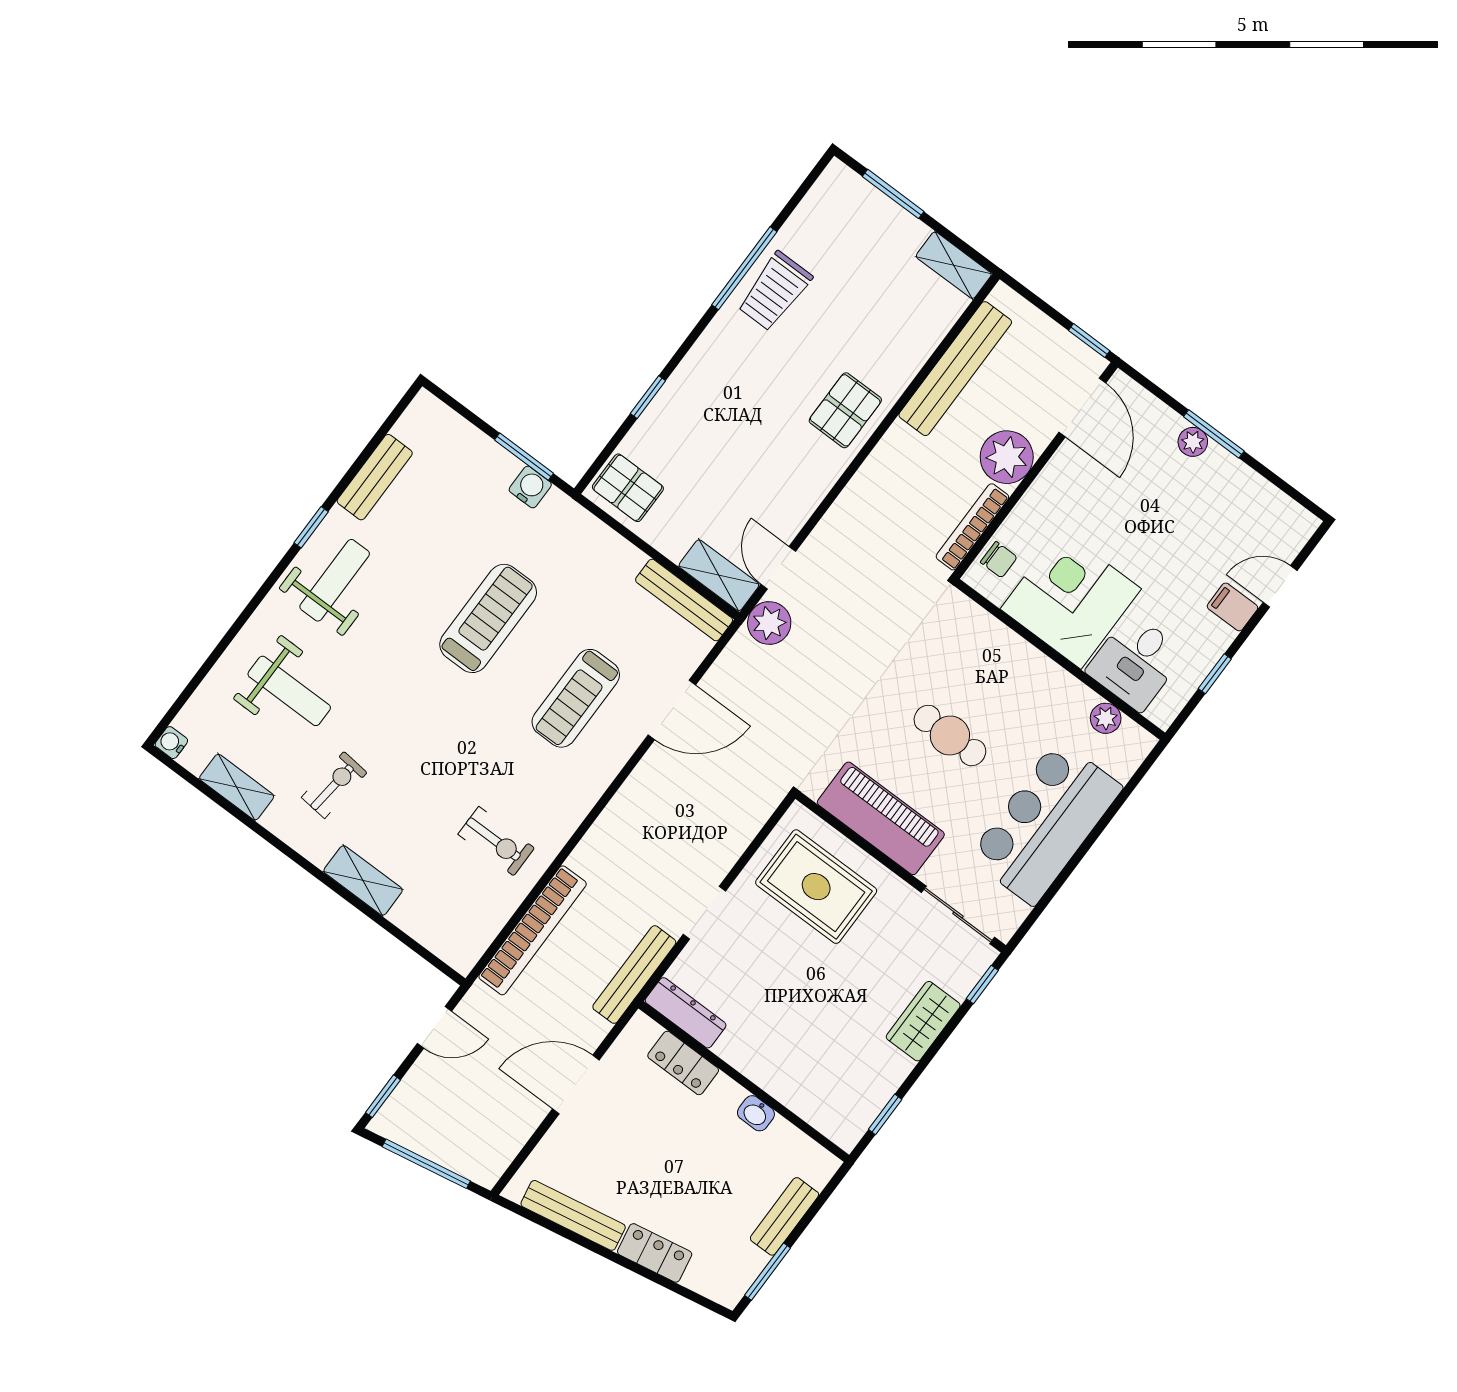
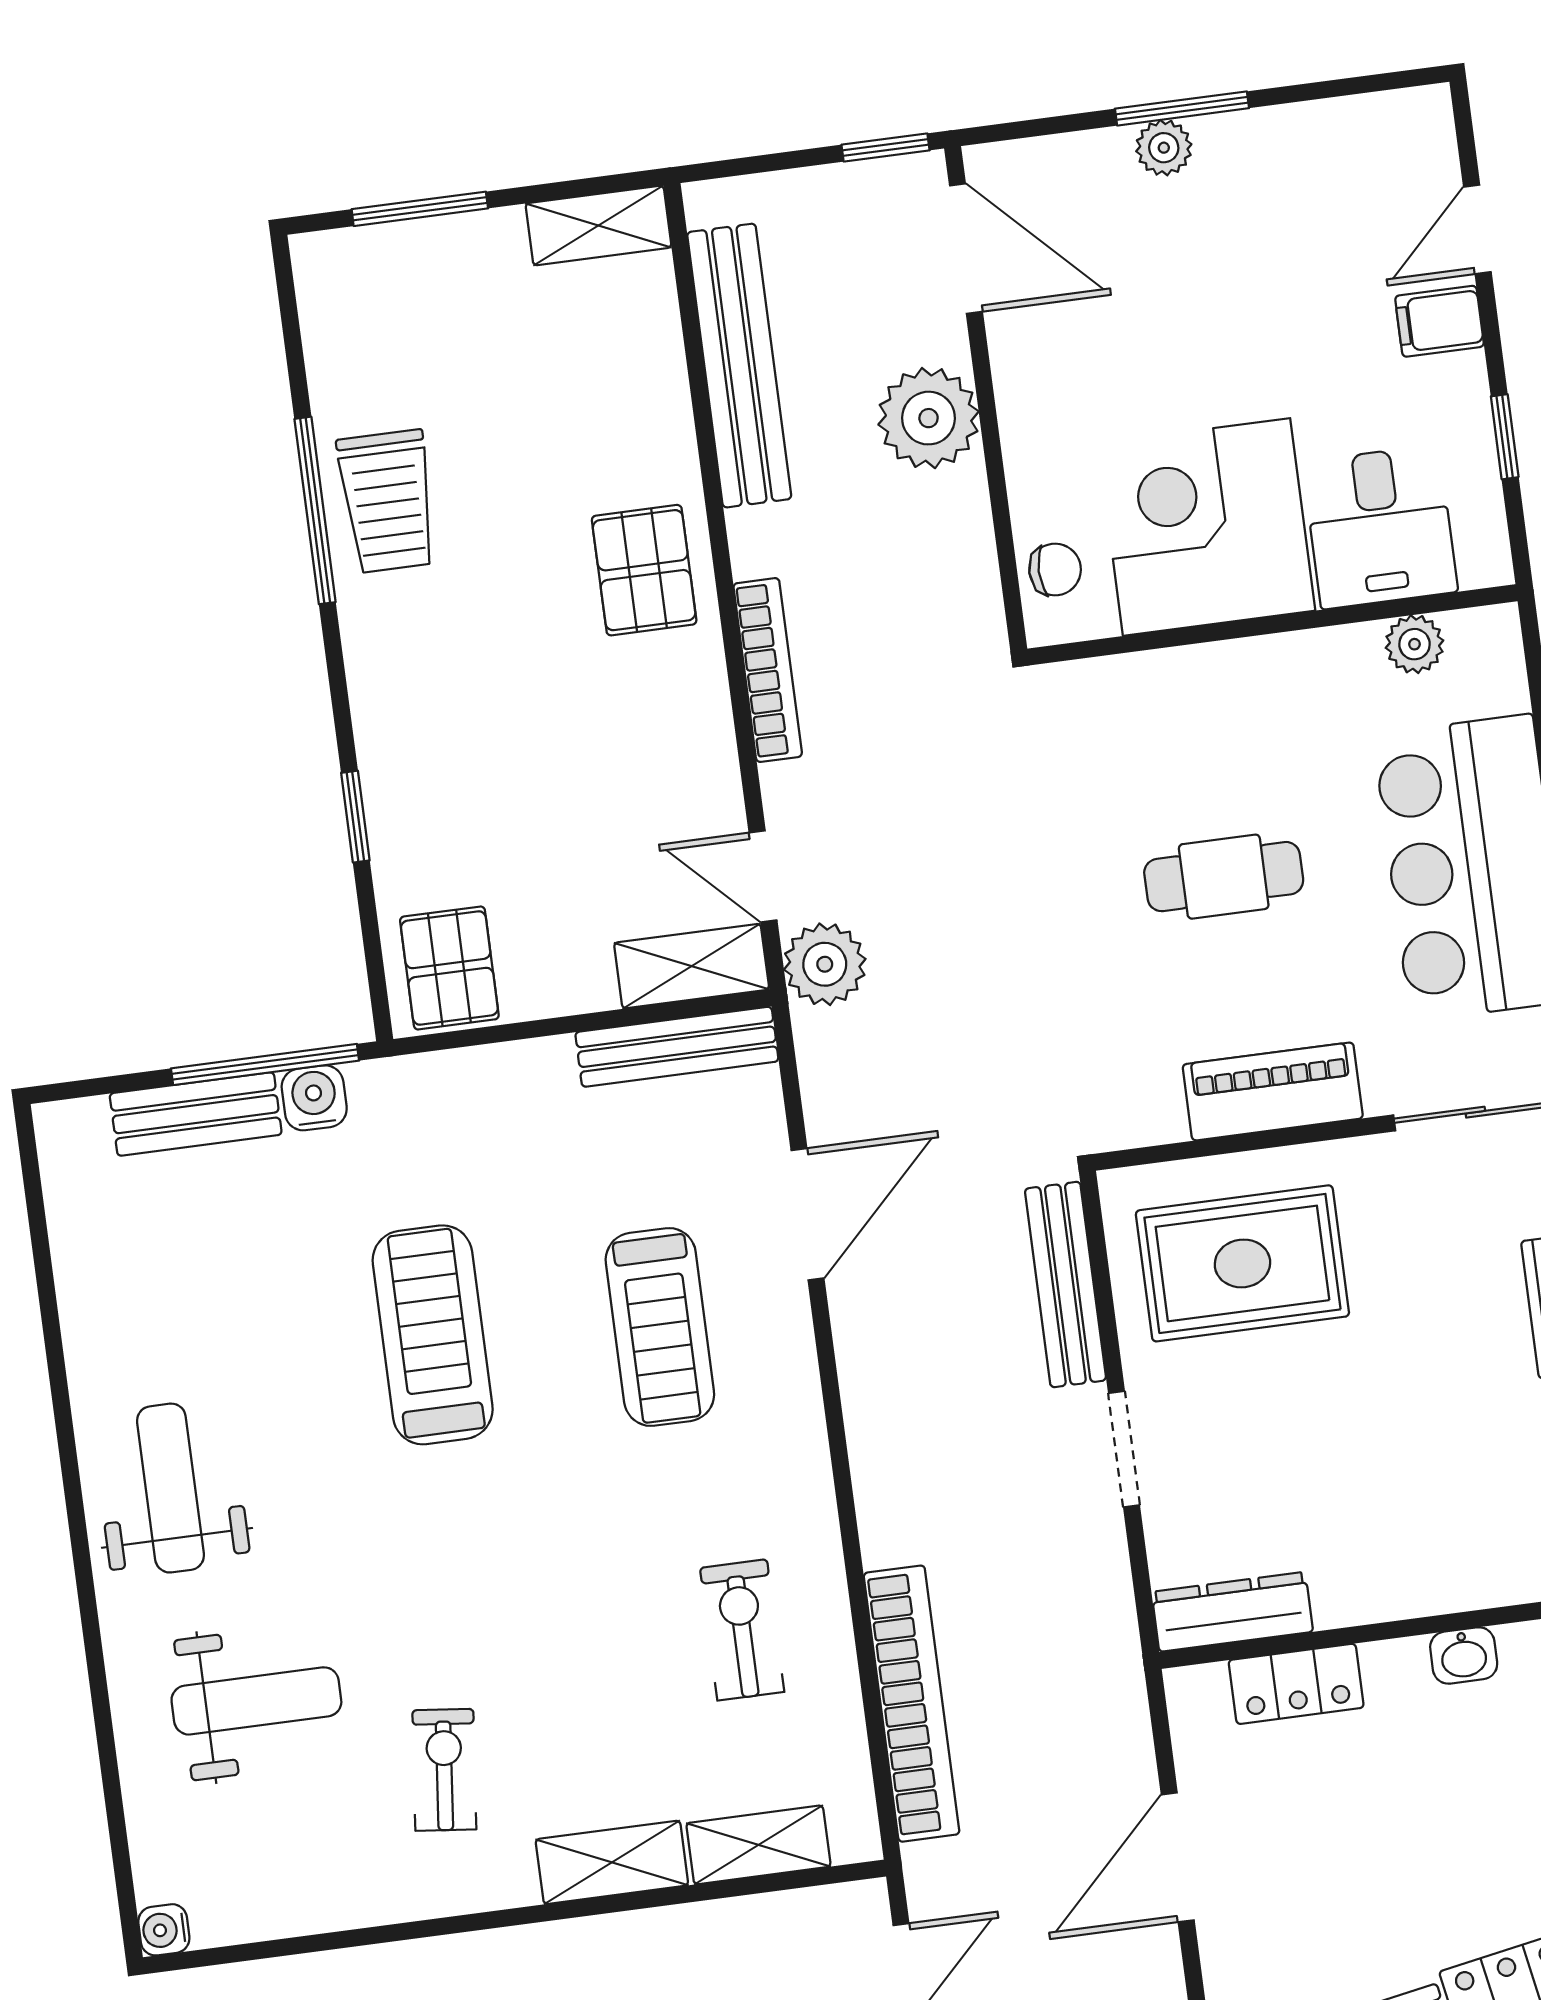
window: (524, 457) -> (265, 1064), width x1.44
bench: (375, 477) -> (196, 1114), moved, turned 90
pallet: (628, 488) -> (449, 968), turned 90
window: (311, 527) -> (67, 1447), removed
bookcase: (972, 527) -> (768, 670), moved, turned 180
shelving: (237, 787) -> (758, 1845), moved
piano: (881, 818) -> (1273, 1091), width x0.73, depth x0.75
exercise bike: (496, 841) -> (742, 1630), turned -90
bench: (634, 975) -> (1065, 1285), moved

